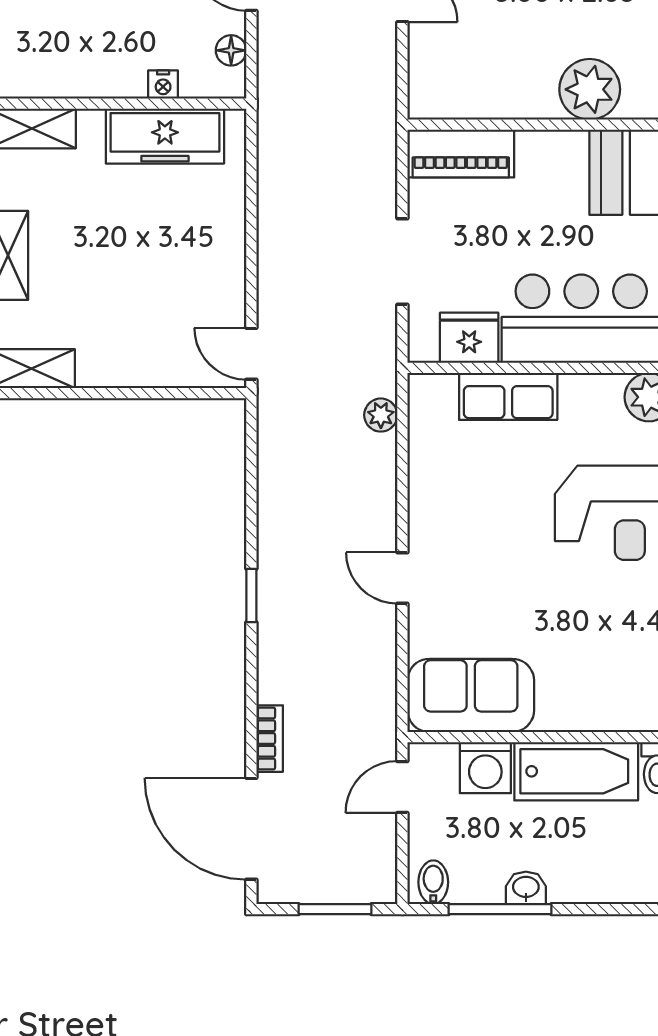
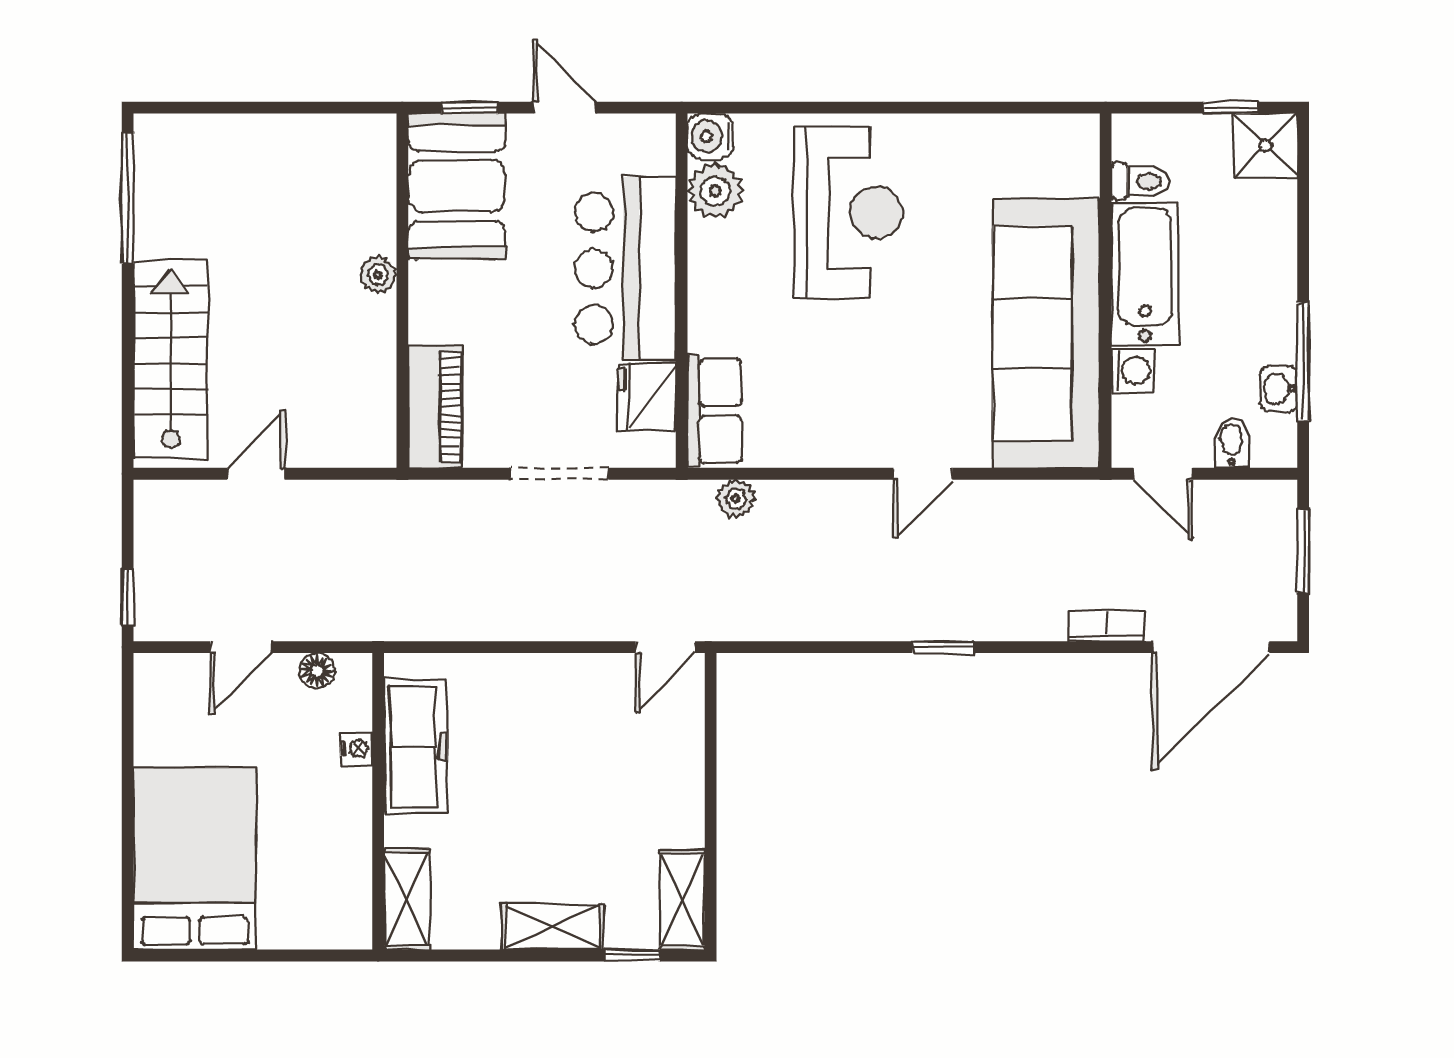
plant: (590, 89) -> (378, 275), width x0.53, depth x0.53
row of seats: (508, 396) -> (714, 411), moved
sofa: (471, 695) -> (1046, 333), width x1.85, depth x1.27
washing machine: (485, 768) -> (1133, 370), width x0.73, depth x0.73
bidet: (433, 882) -> (1232, 443), moved, turned 90
washbasin: (526, 888) -> (1279, 389), moved

